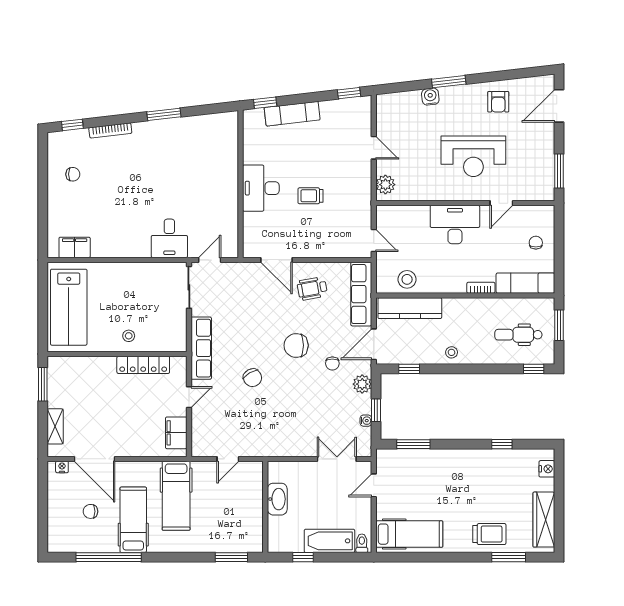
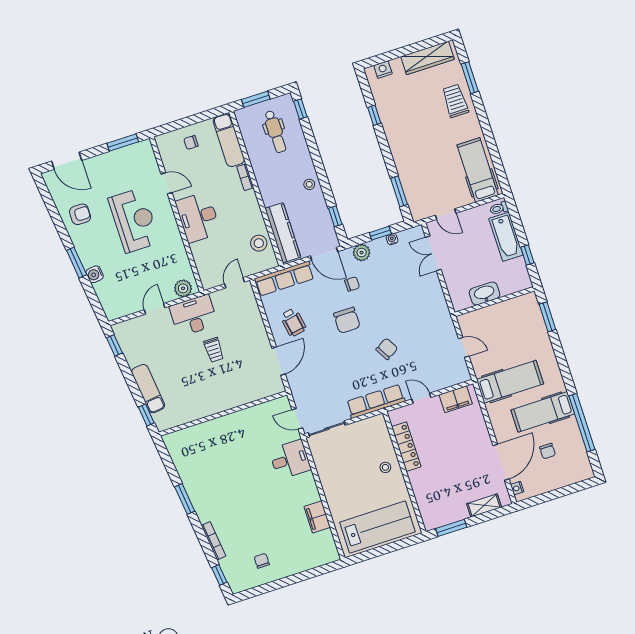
desk: (261, 188) -> (194, 315), moved, turned 180
filing cabinet: (75, 247) -> (317, 517), moved

